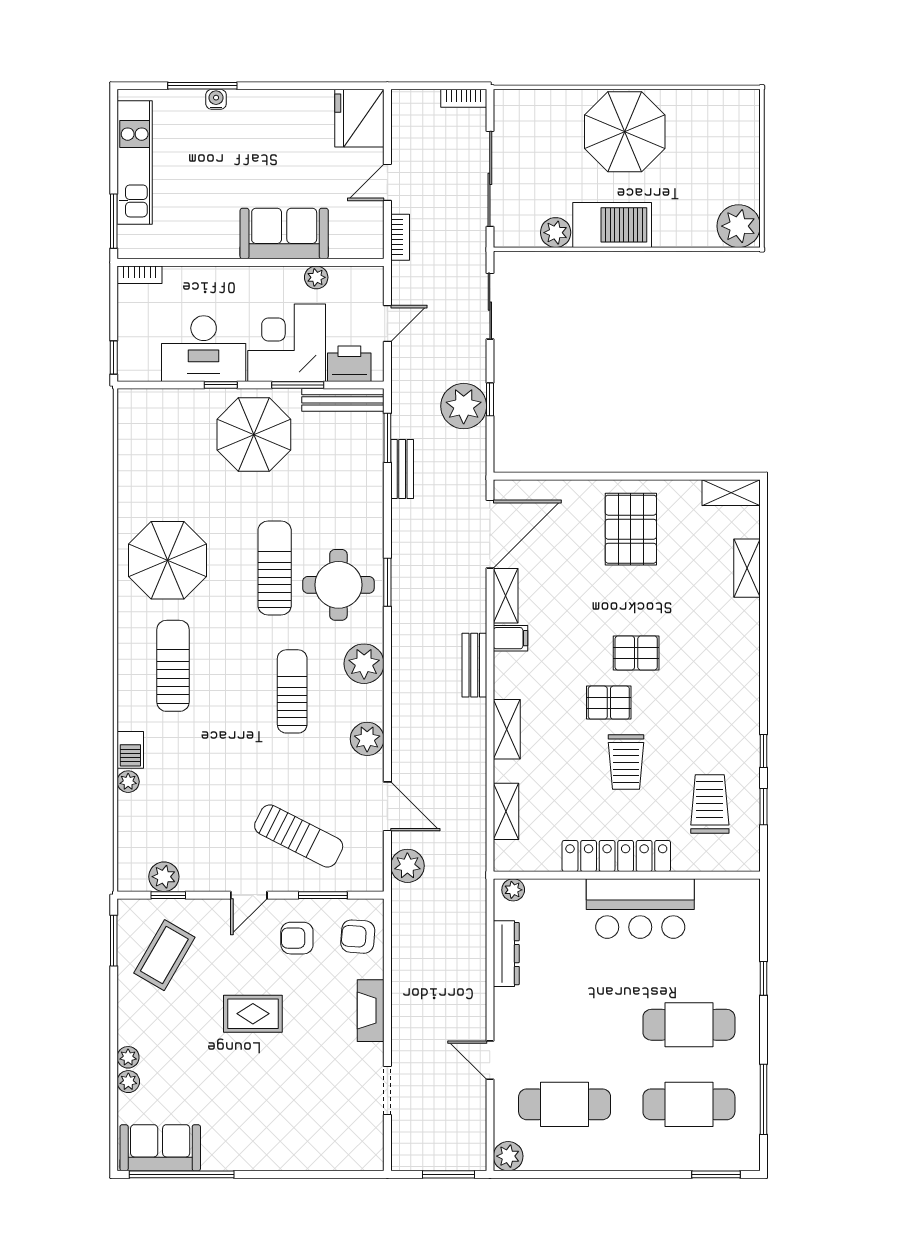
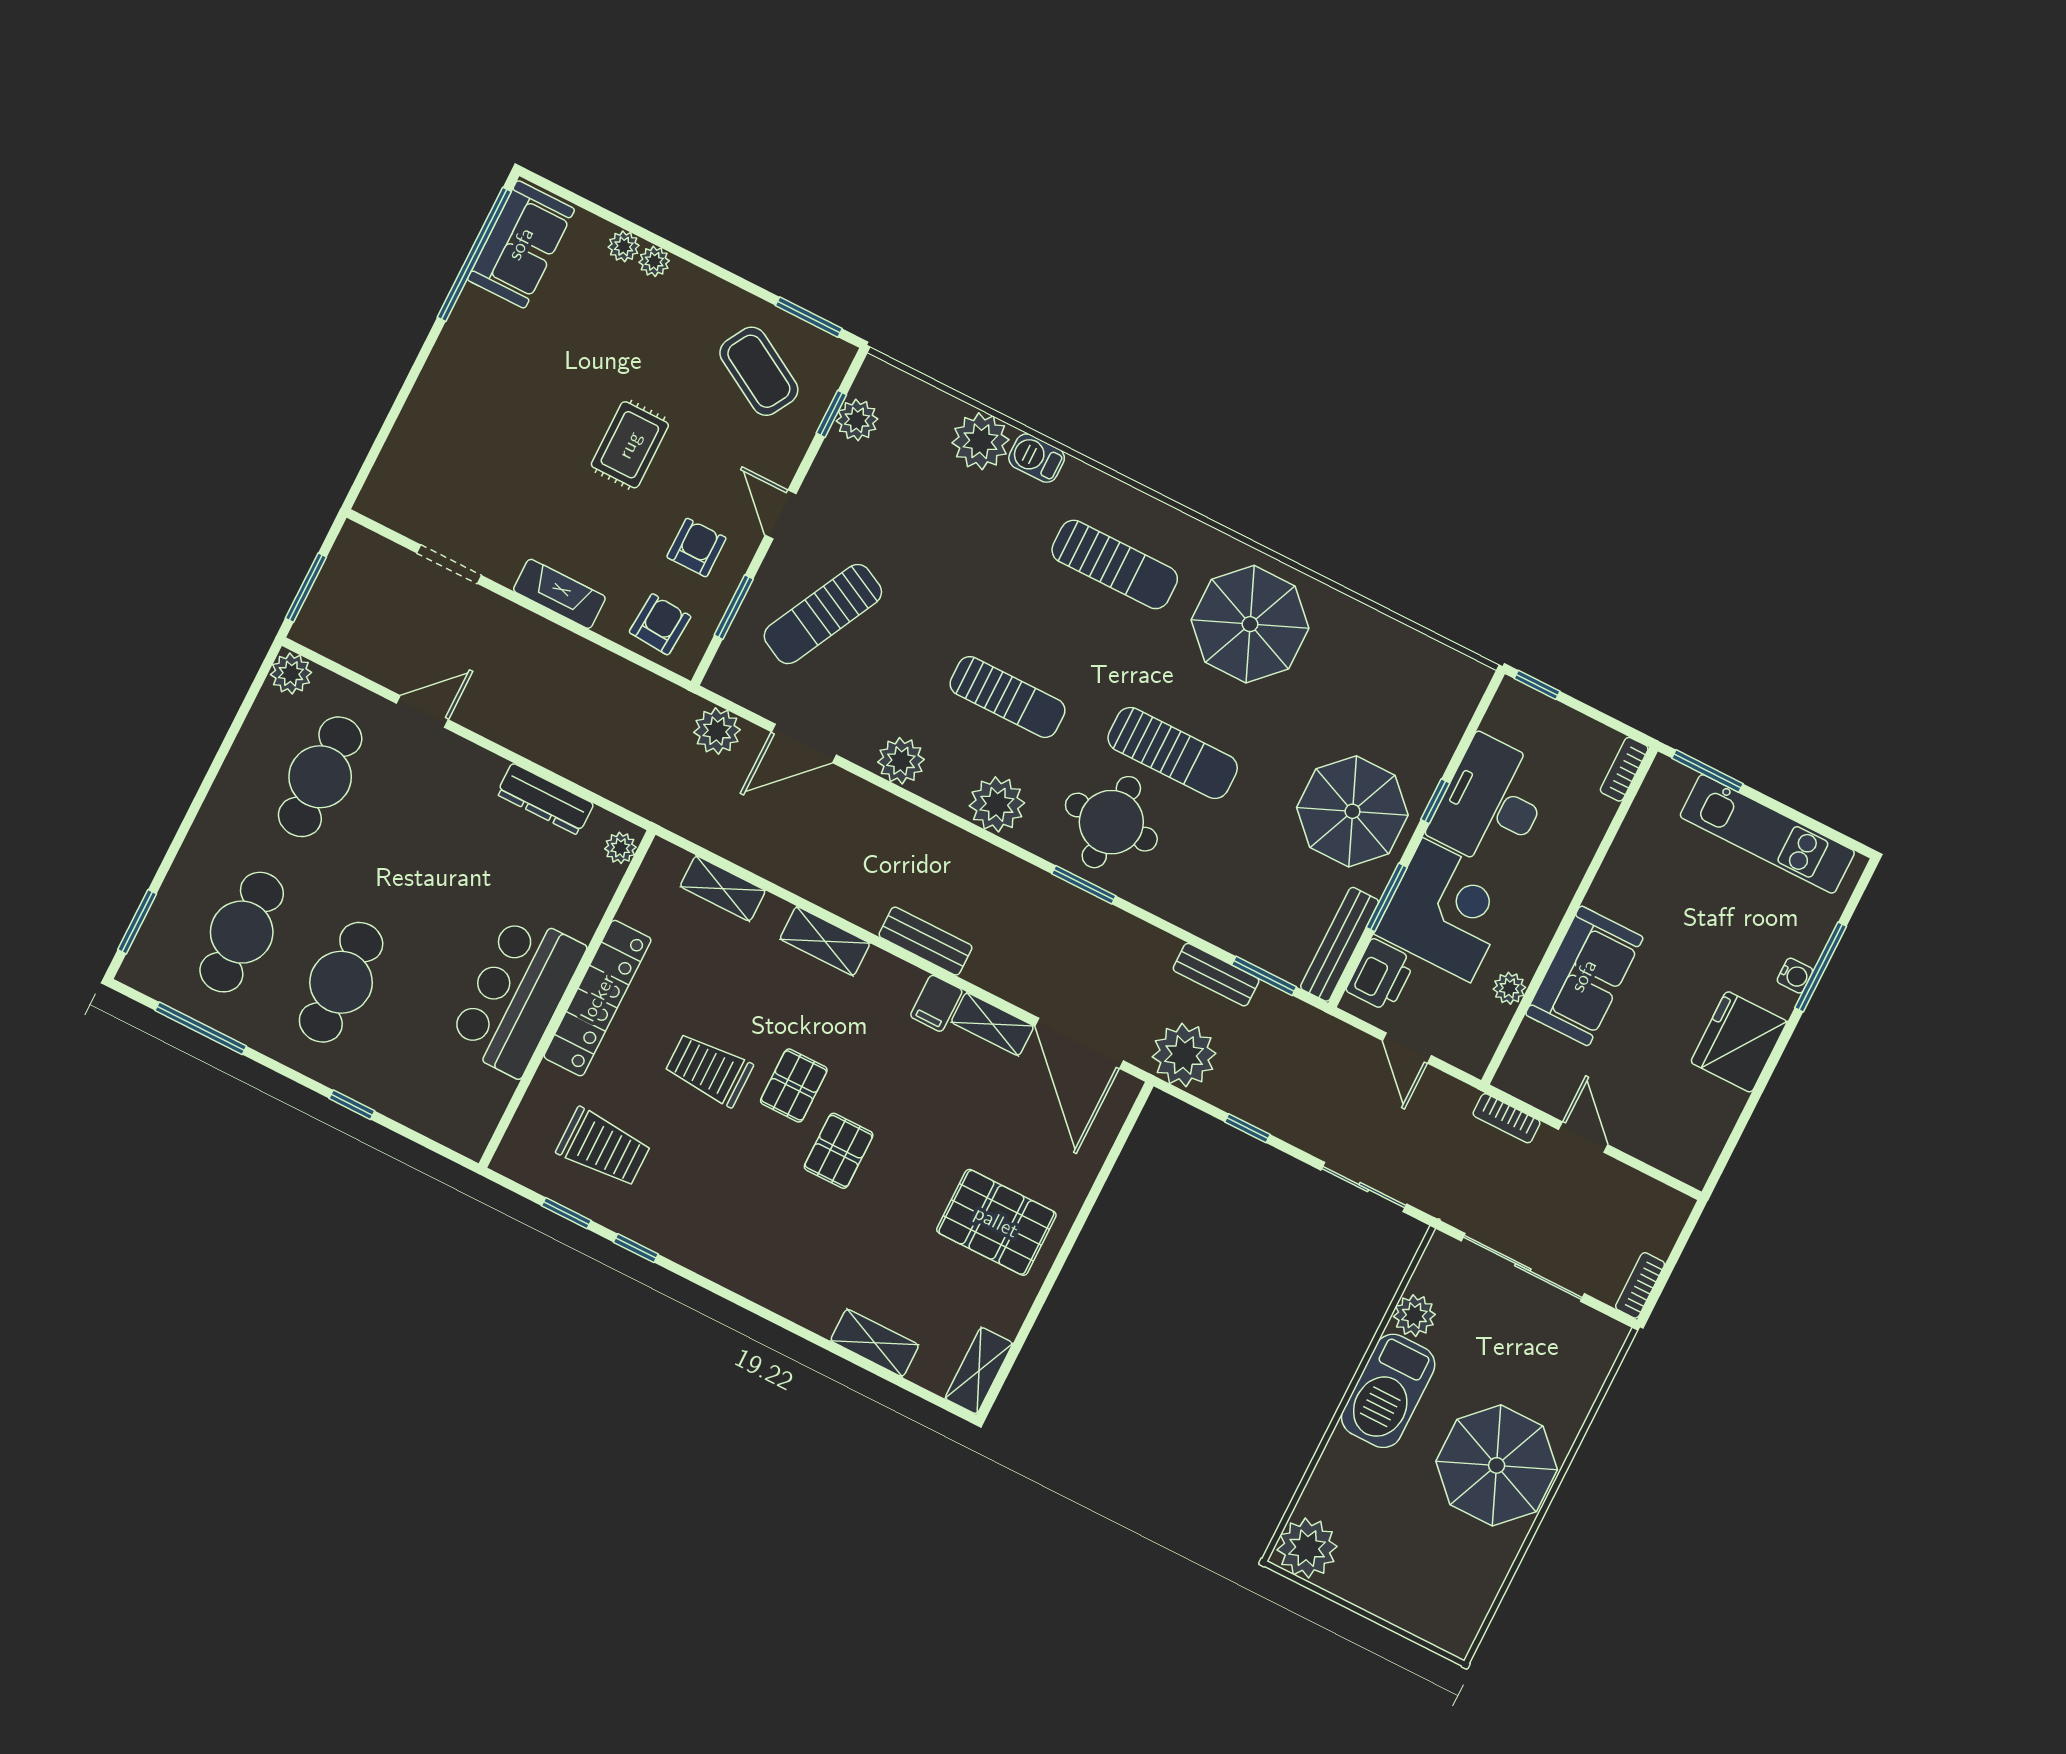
fridge: (359, 118) -> (1739, 1042), moved, turned -90
plant: (464, 406) -> (1184, 1055), moved
plant: (128, 782) -> (980, 441), width x1.87, depth x1.87

